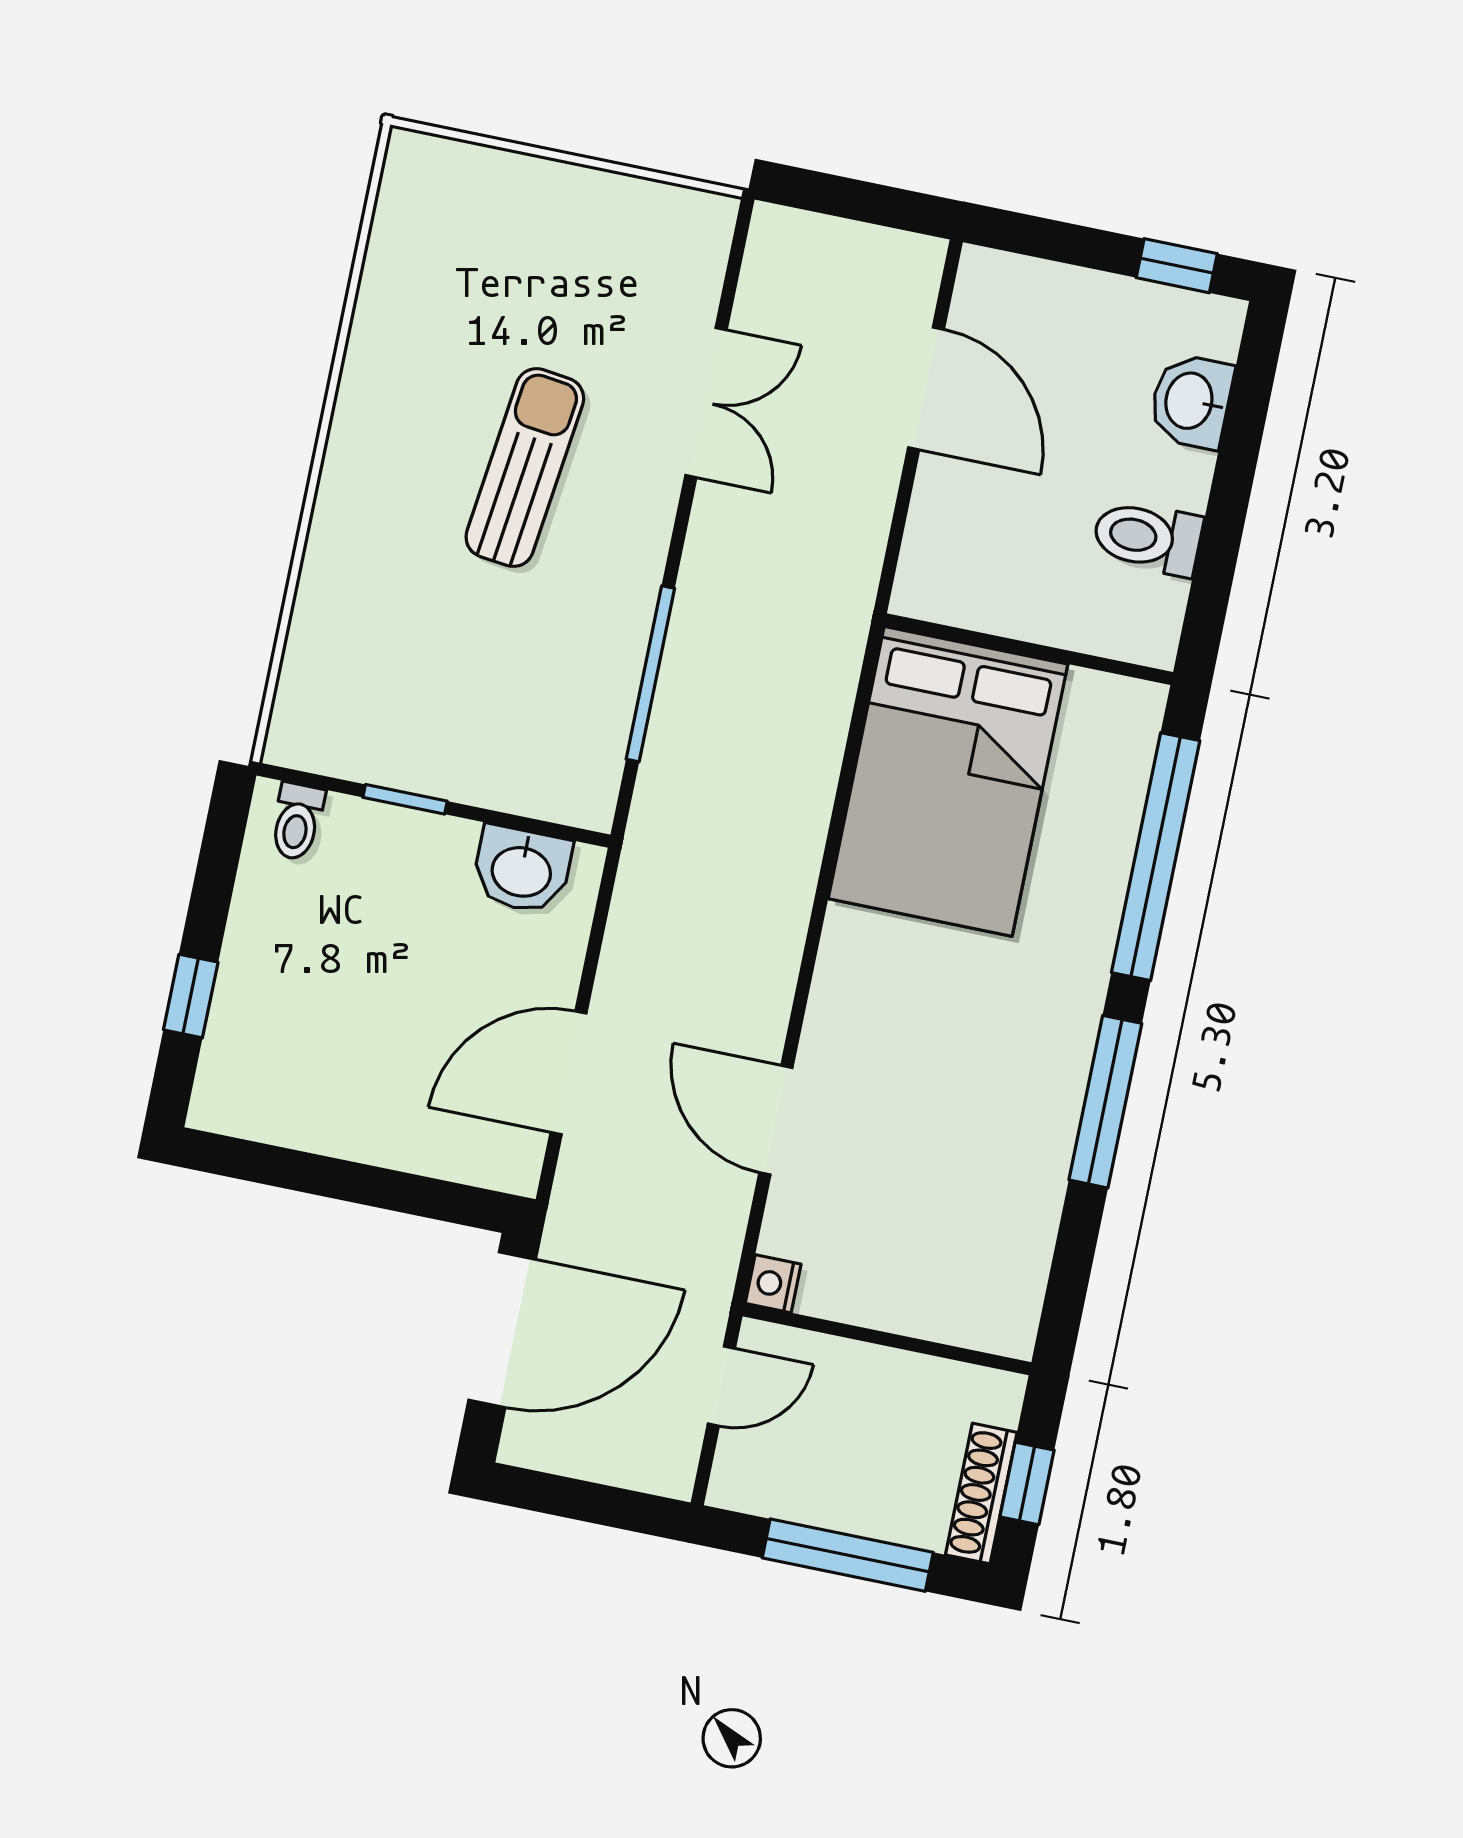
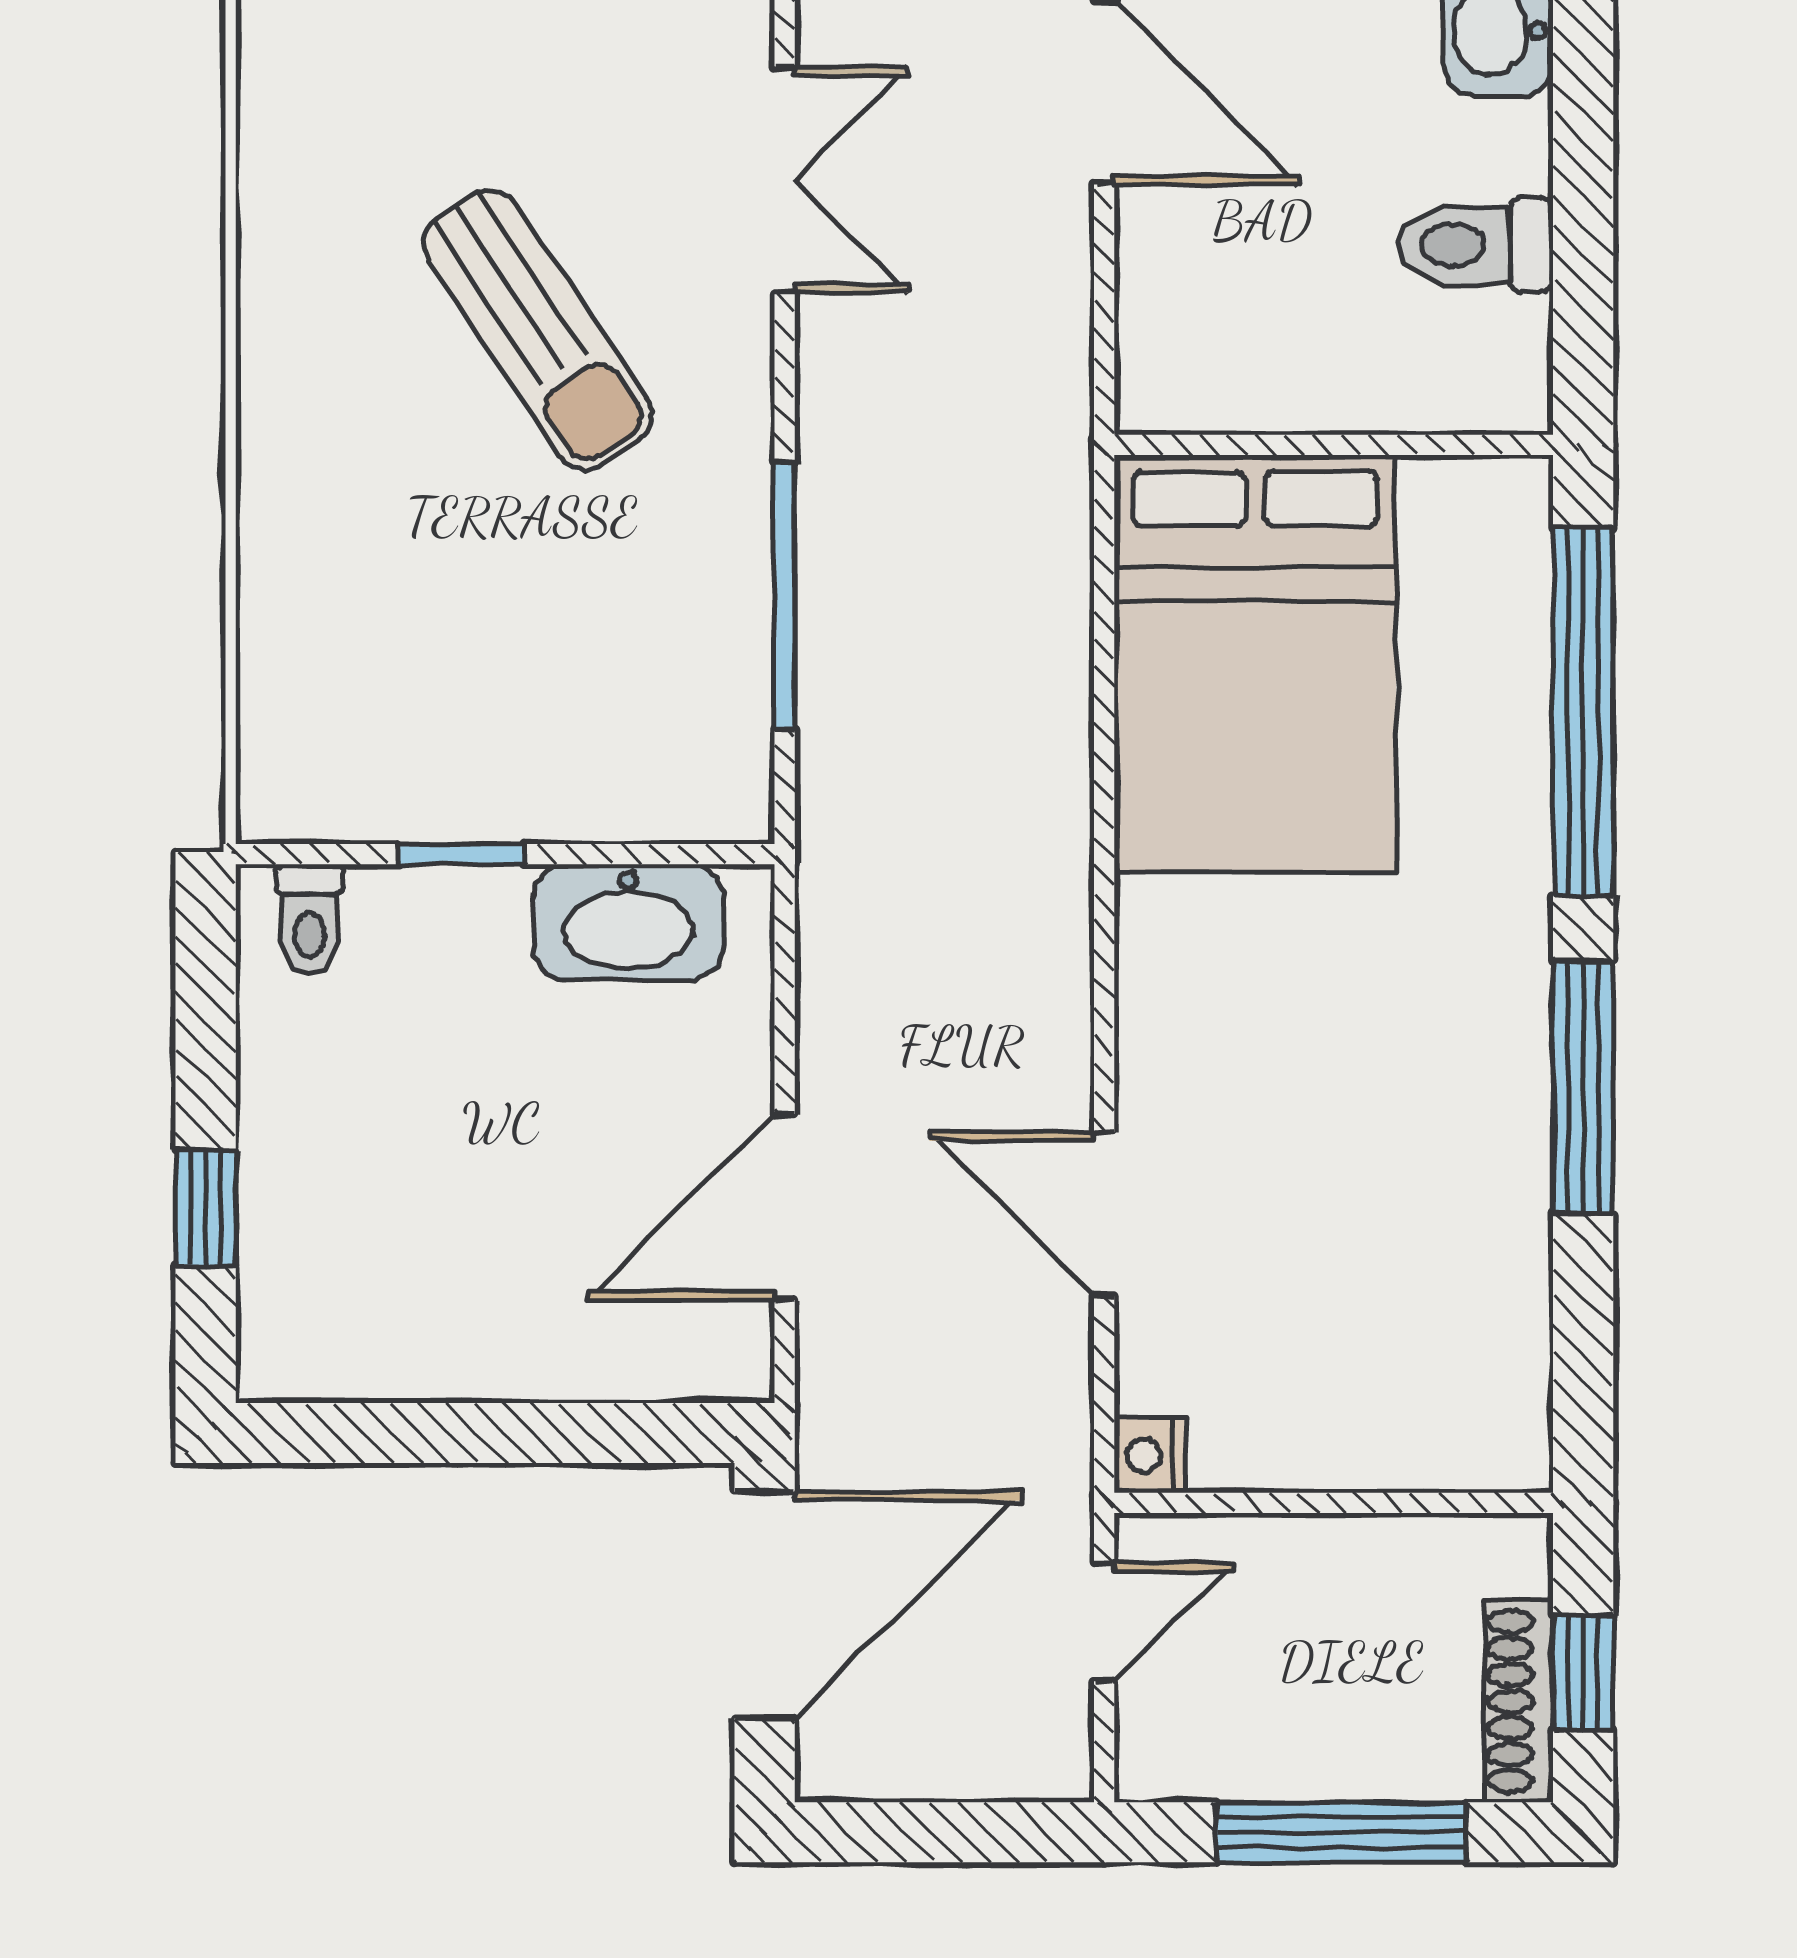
sun lounger: (525, 468) -> (538, 330), turned 139
washbasin: (522, 870) -> (628, 922), width x1.38

